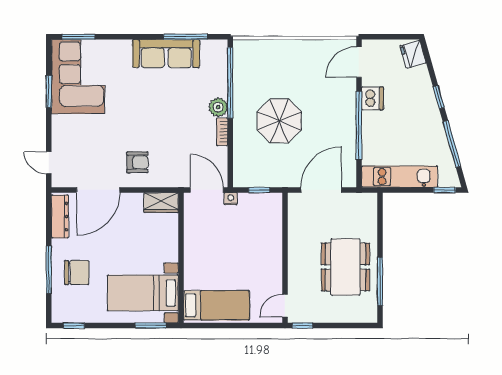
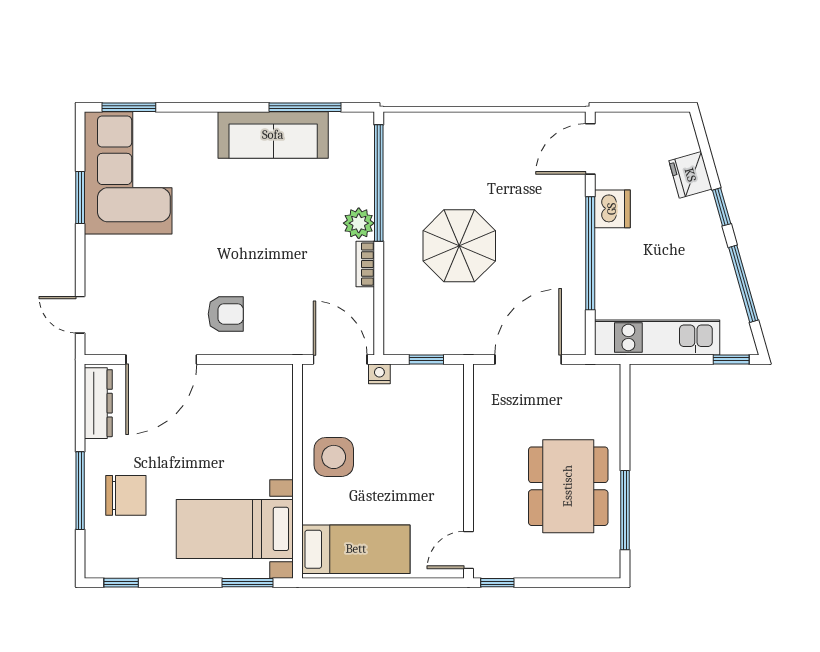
fridge: (413, 54) -> (690, 175), moved
wardrobe: (161, 203) -> (265, 380), removed
side table: (203, 249) -> (334, 457), added

